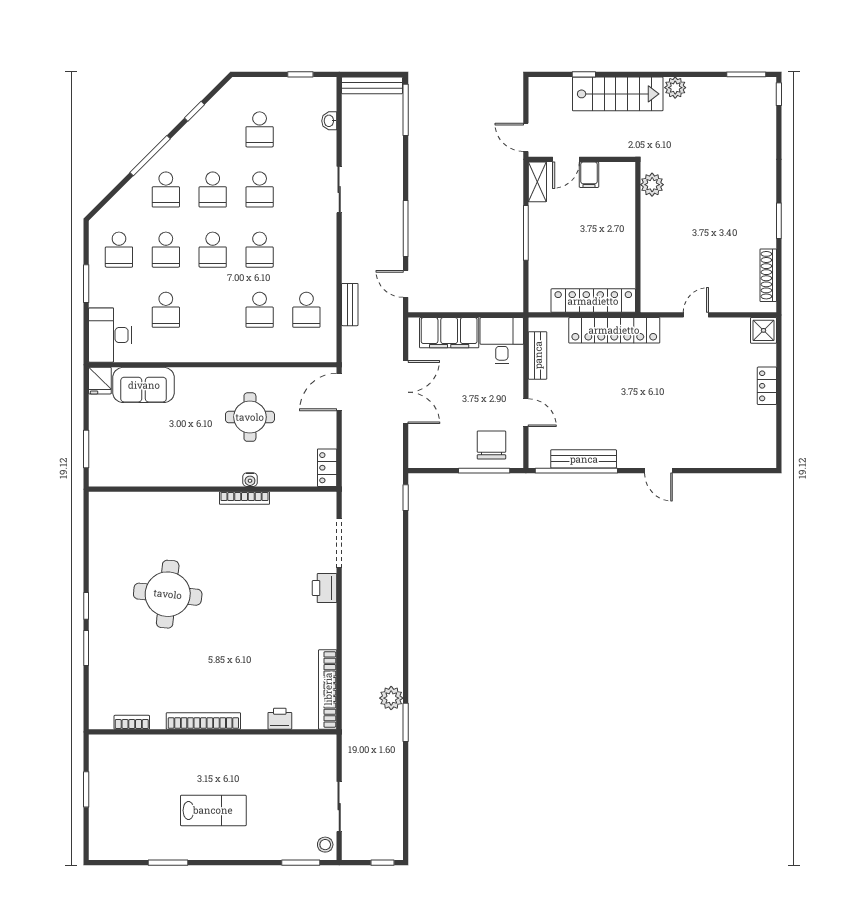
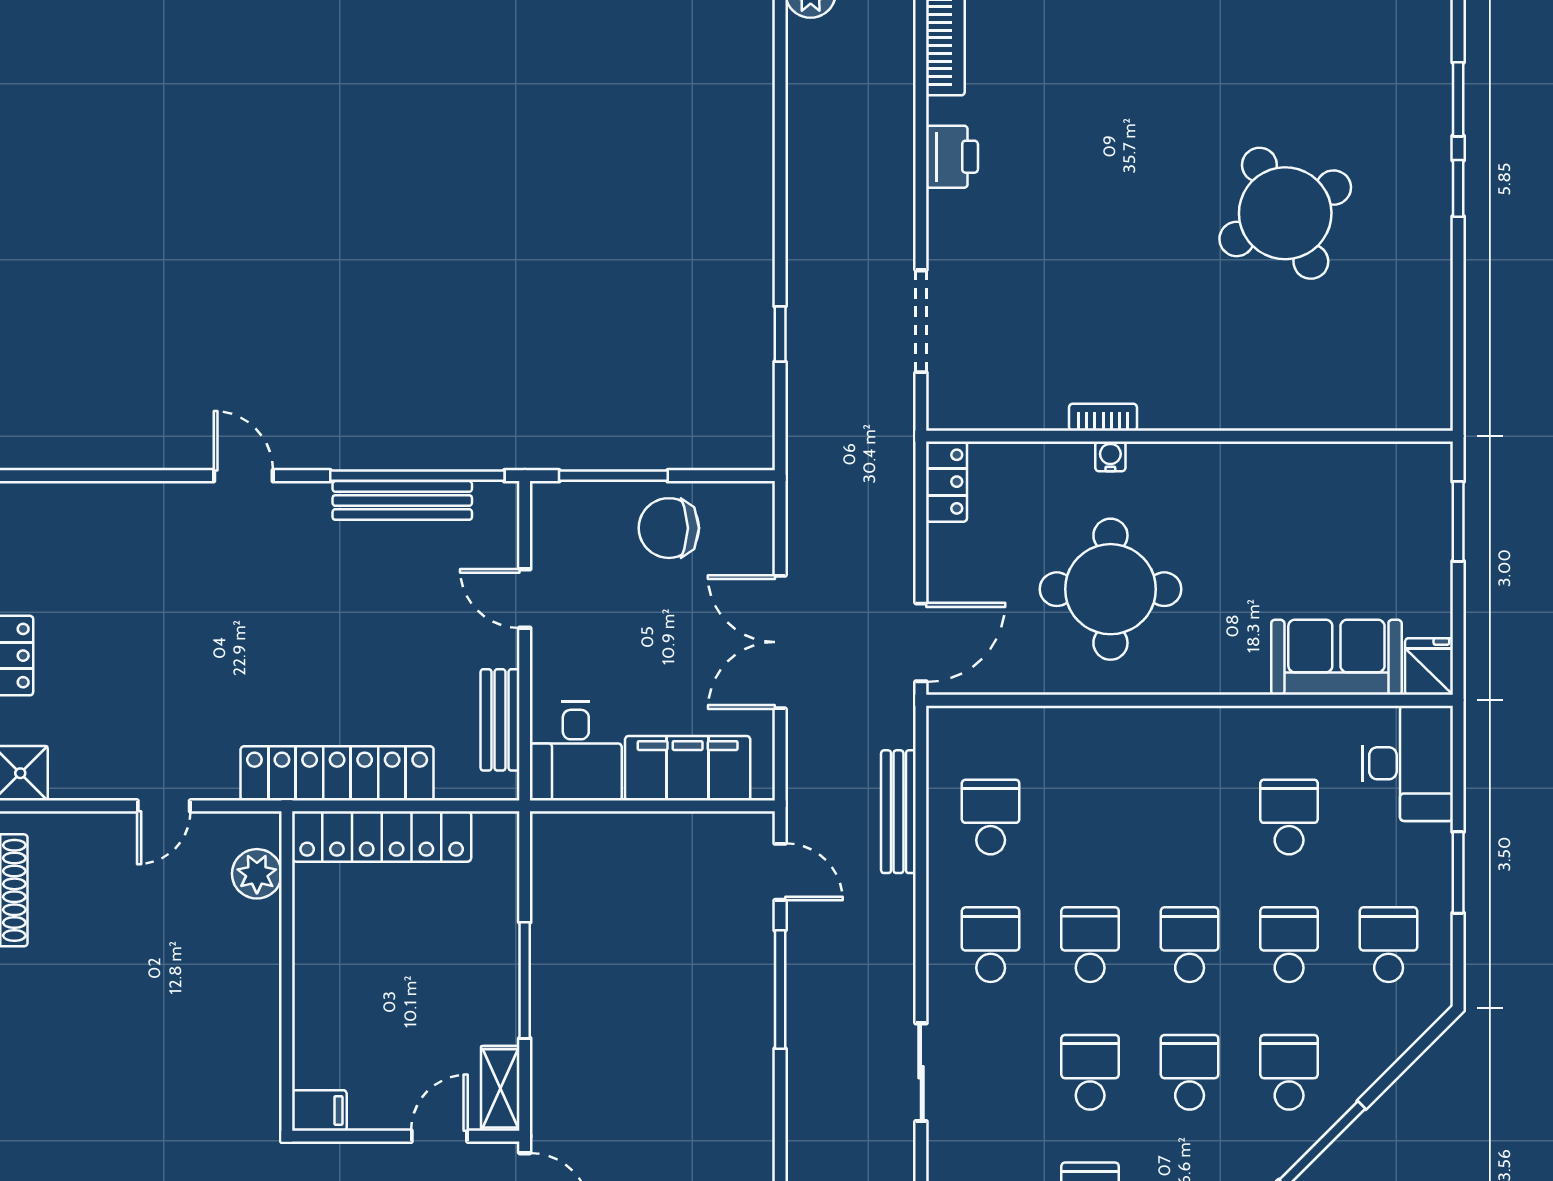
filing cabinet: (589, 175) -> (319, 1110), moved, turned 90
plant: (652, 185) -> (257, 874), moved
bench: (350, 305) -> (898, 812), width x1.36
school desk: (260, 310) -> (991, 945), moved
round table: (250, 417) -> (1110, 589), width x1.36, depth x1.36
chair: (491, 445) -> (669, 528), moved, turned 90
bookcase: (244, 498) -> (1103, 417), width x0.64
window: (406, 498) -> (780, 334), moved
printer: (325, 588) -> (952, 157), moved
round table: (168, 594) -> (1285, 213), turned -34

